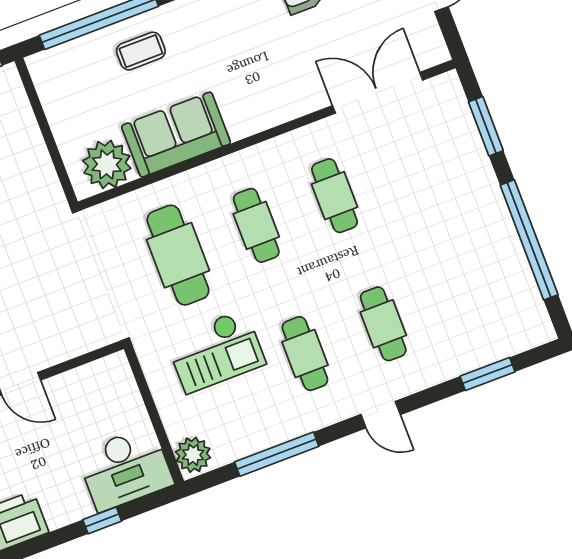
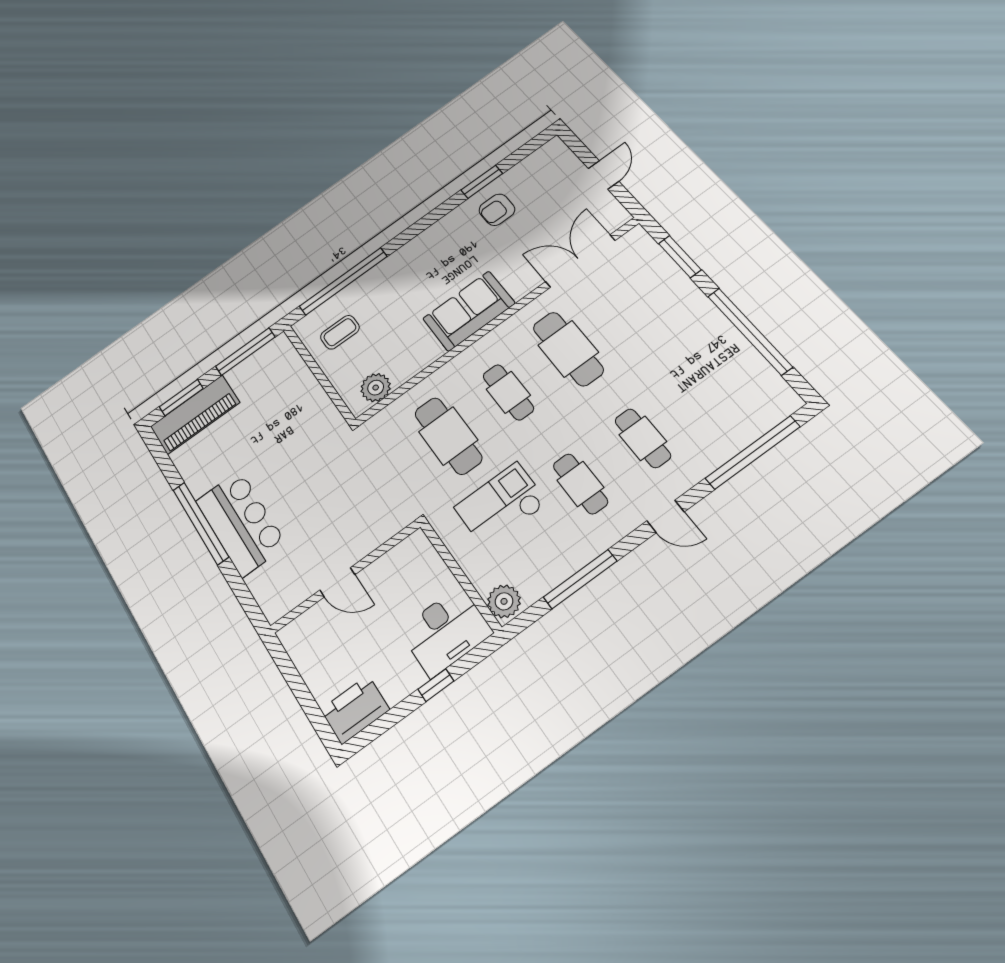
coffee table: (141, 51) -> (340, 332), moved
sofa: (176, 135) -> (469, 311), moved
plant: (107, 164) -> (376, 388), width x0.73, depth x0.73
cafe table: (335, 196) -> (568, 349), width x1.37, depth x1.35
checkout: (216, 351) -> (501, 505), turned 180
window: (488, 374) -> (753, 452), width x2.11

